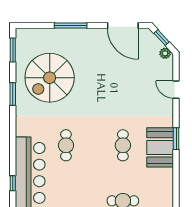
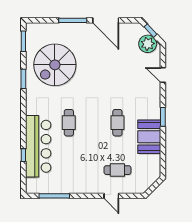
door: (123, 26) -> (106, 20), moved
plant: (165, 53) -> (148, 44), width x1.87, depth x1.87
booth: (160, 147) -> (149, 137), moved

